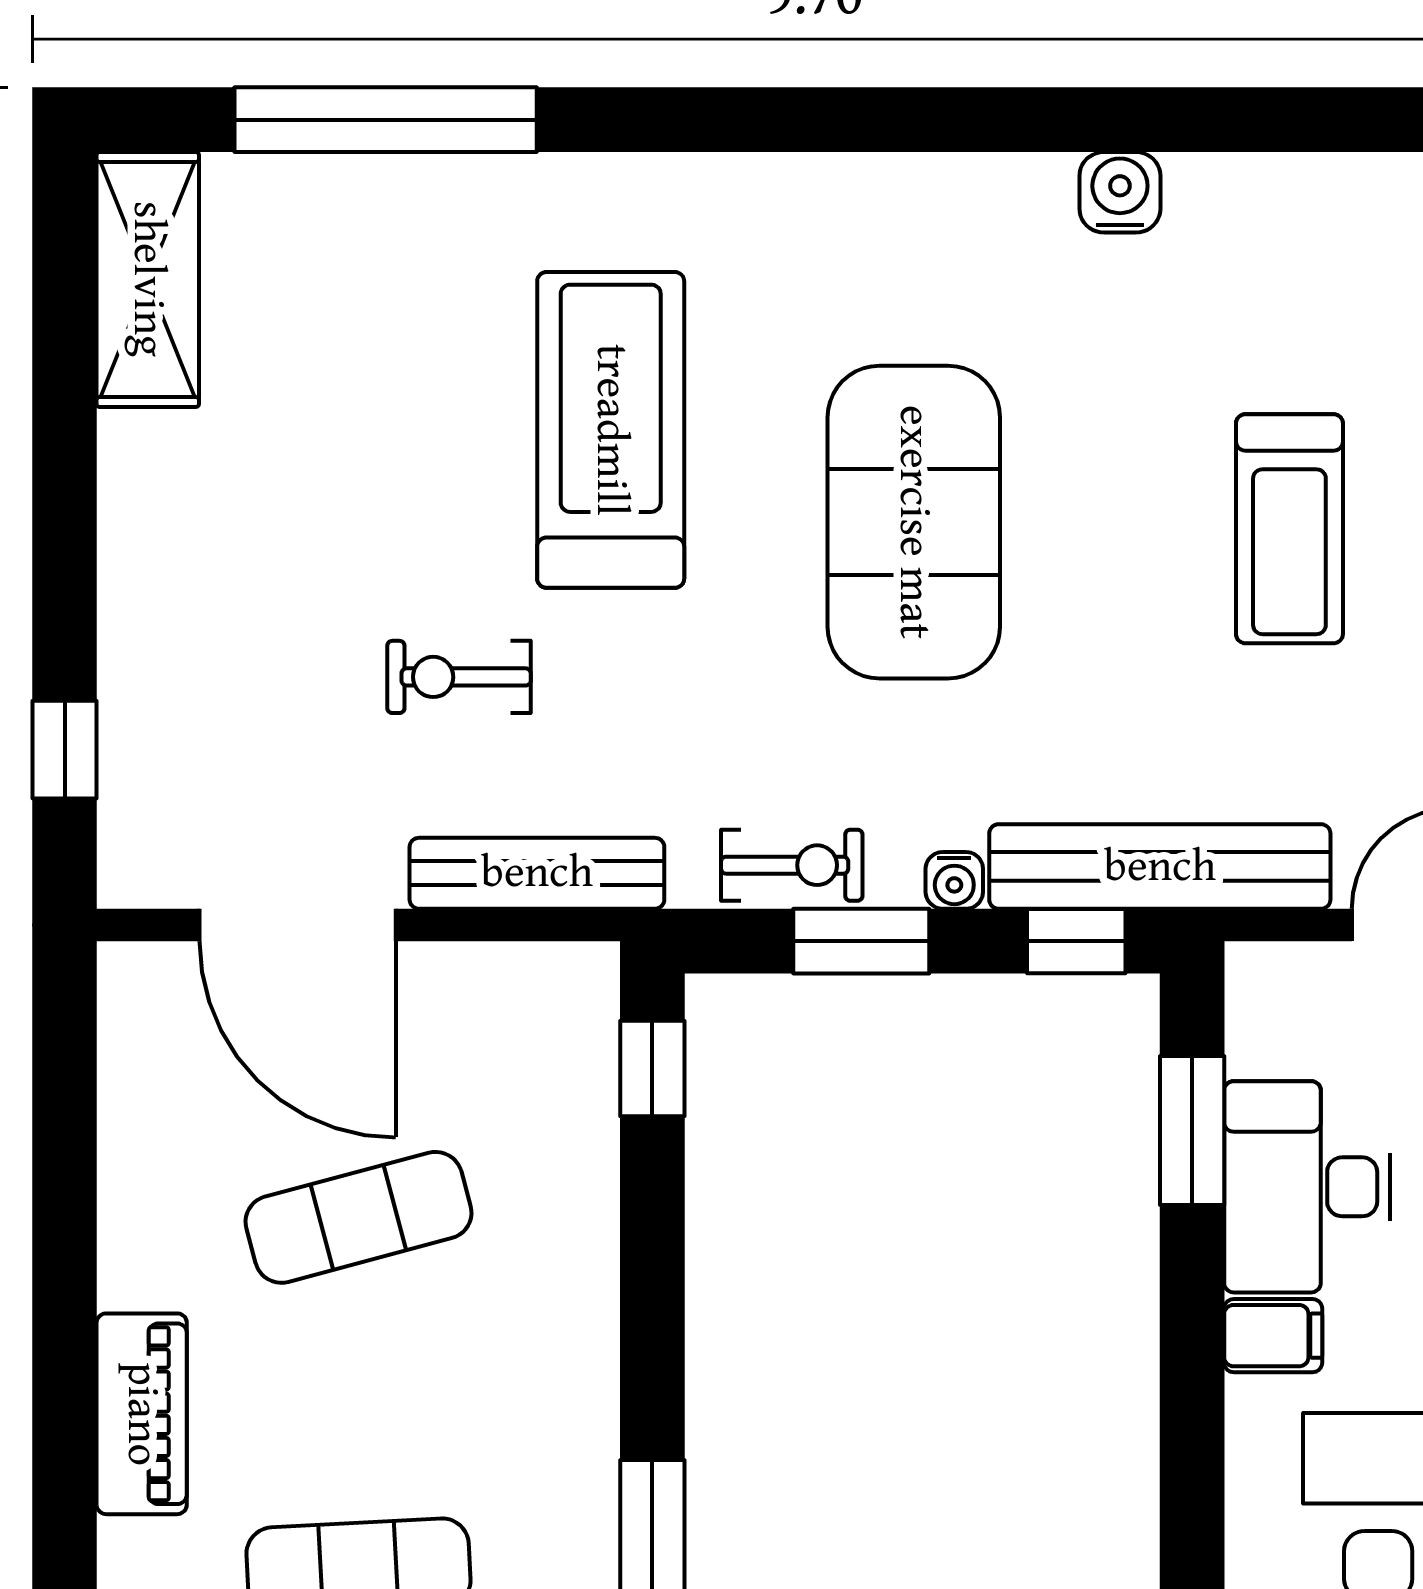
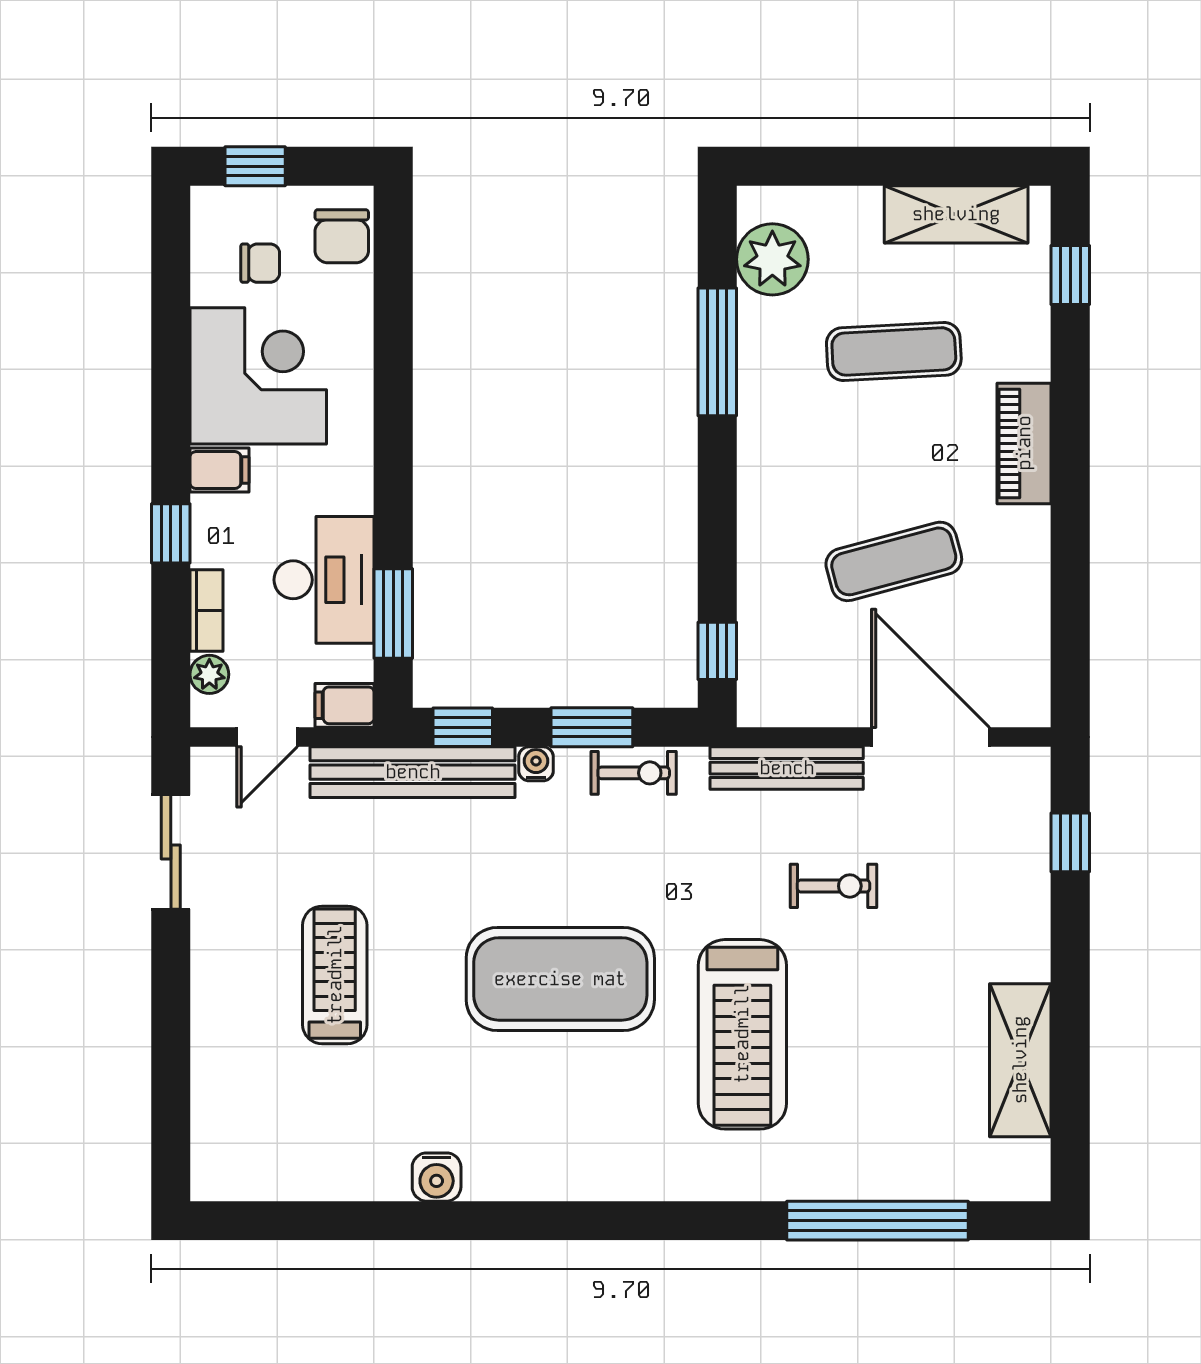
shelving: (148, 279) -> (1020, 1060), moved
exercise mat: (914, 522) -> (560, 979), turned 90
exercise bike: (792, 865) -> (634, 773), turned 180
filing cabinet: (1273, 1336) -> (345, 705), moved

